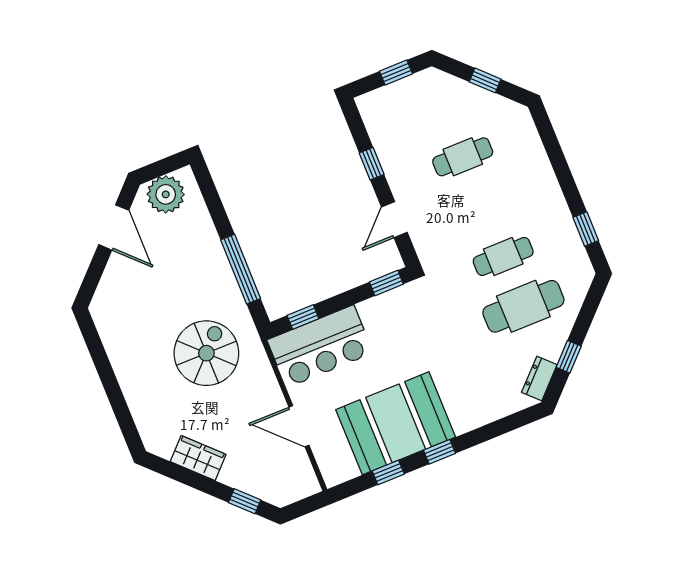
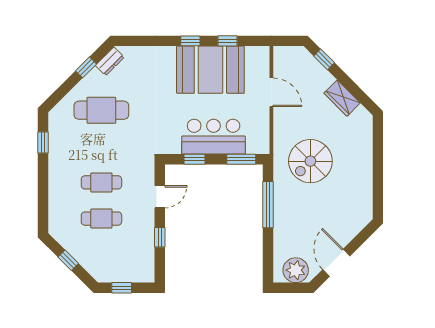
cafe table: (503, 256) -> (101, 182), moved
window: (386, 283) -> (194, 159), moved
window: (303, 317) -> (241, 159), width x1.50
bar counter: (320, 346) -> (214, 137), moved

